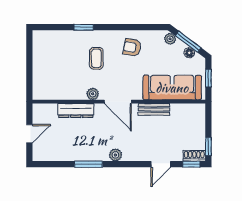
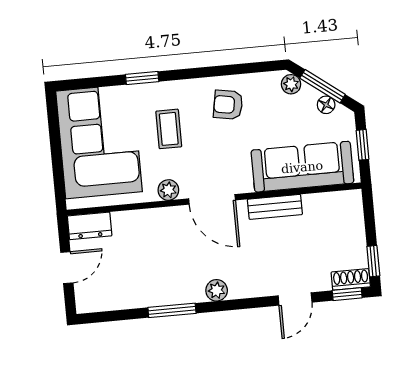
corner sofa: (55, 62) -> (99, 141), added
dresser: (76, 111) -> (90, 226), moved, width x0.70

